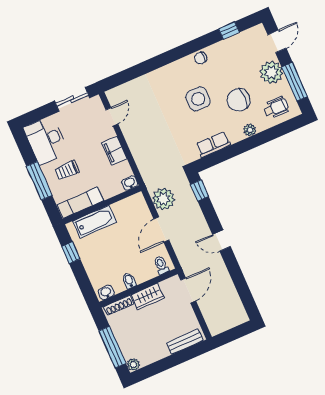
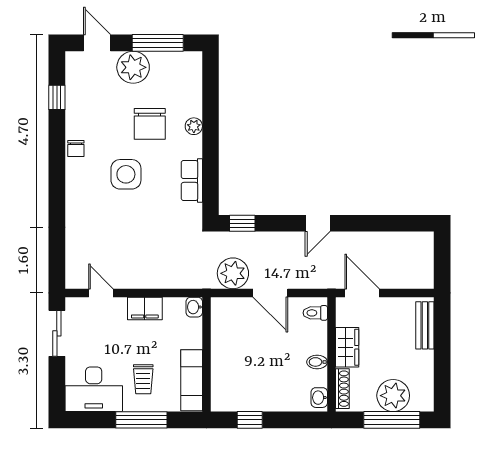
wheelchair: (276, 108) -> (180, 81), removed
bathtub: (95, 222) -> (224, 373), removed
plant: (133, 365) -> (393, 396), moved, width x1.87, depth x1.87

